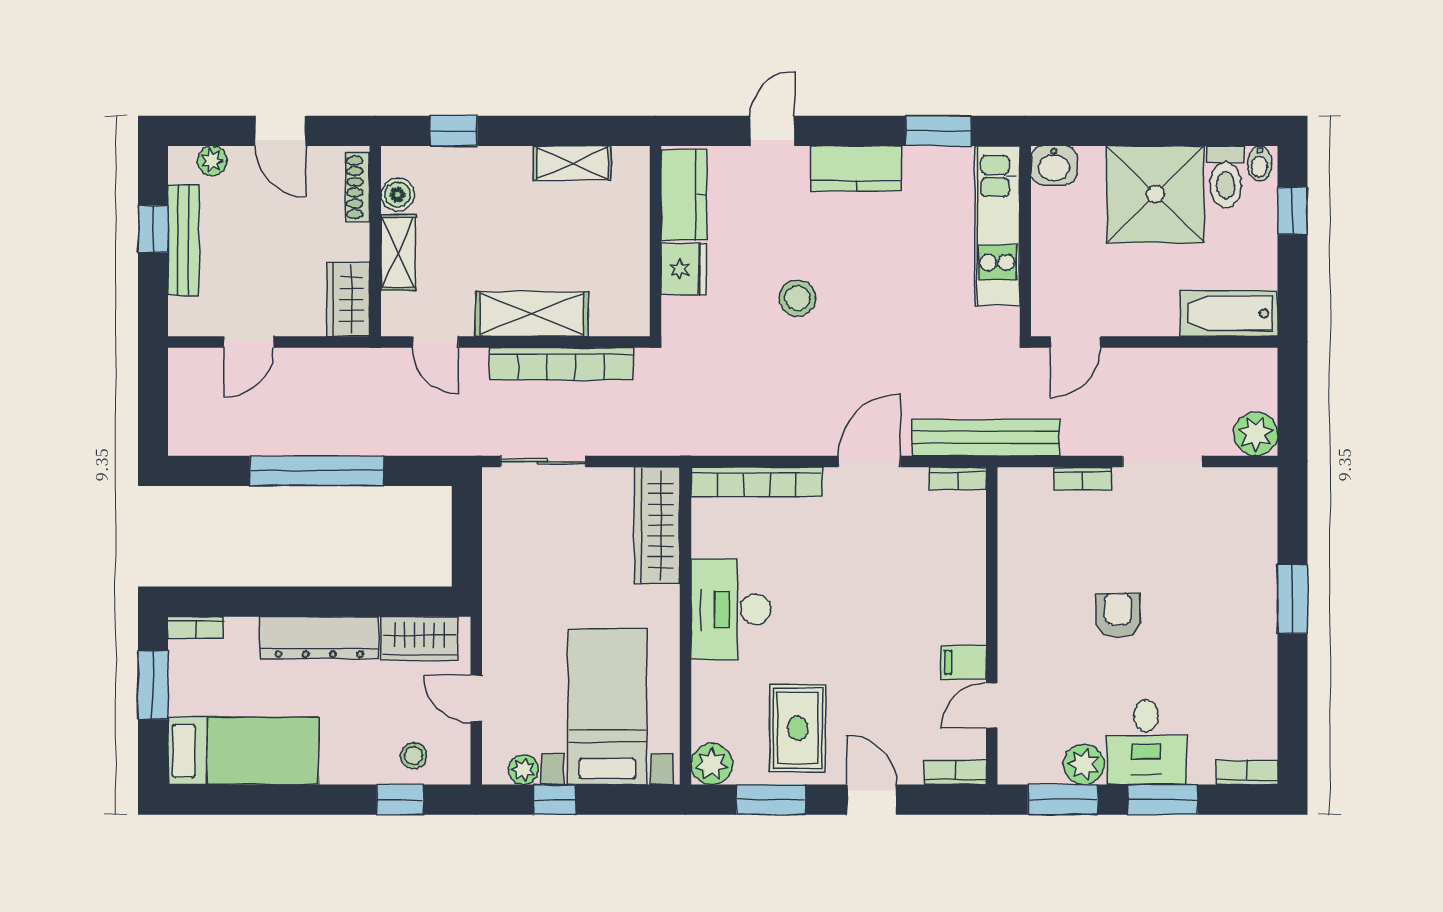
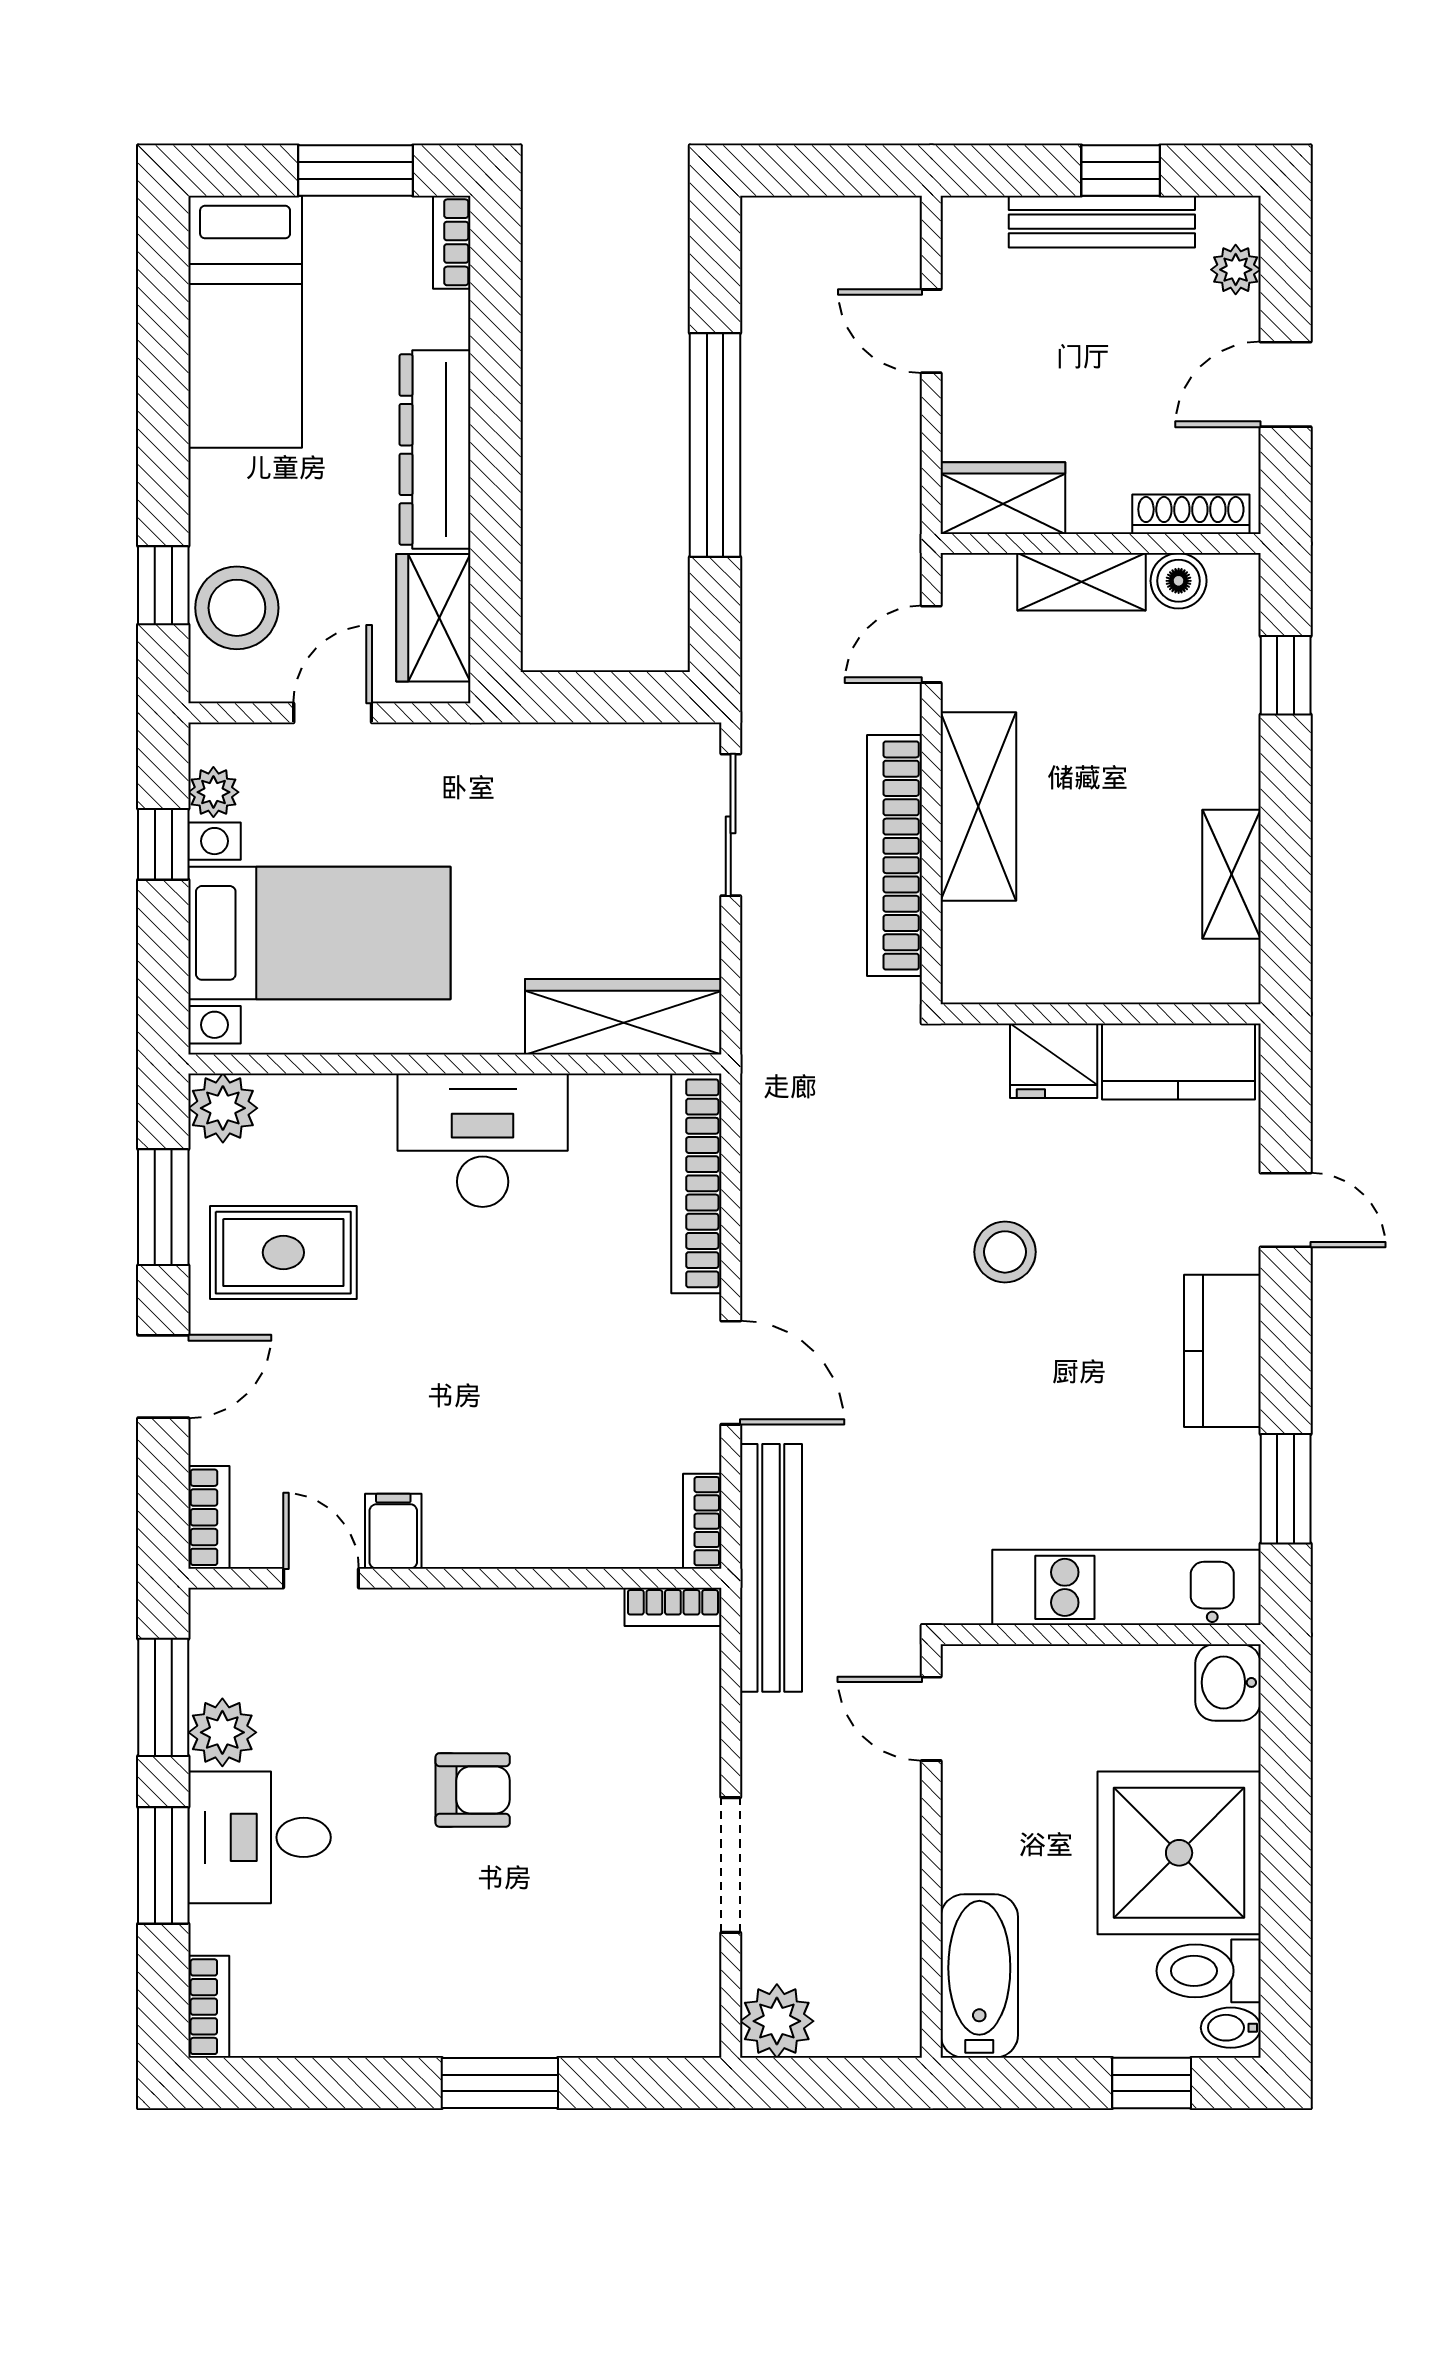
bookcase: (1083, 479) -> (673, 1607), moved, turned -90
stool: (414, 756) -> (237, 608), width x1.89, depth x1.89

